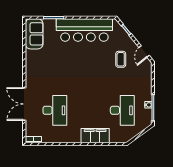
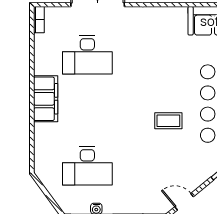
coffee table: (121, 59) -> (168, 121), moved
filing cabinet: (95, 136) -> (46, 99), moved

